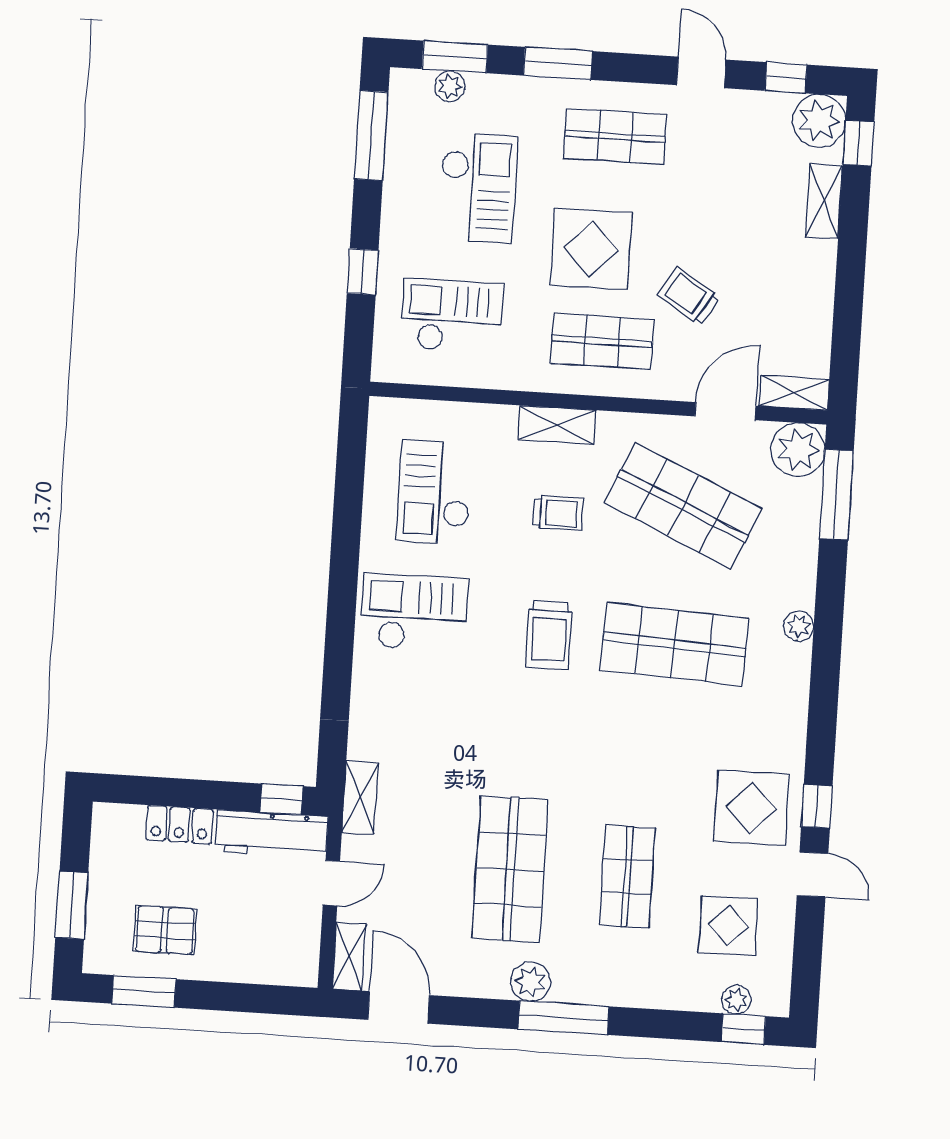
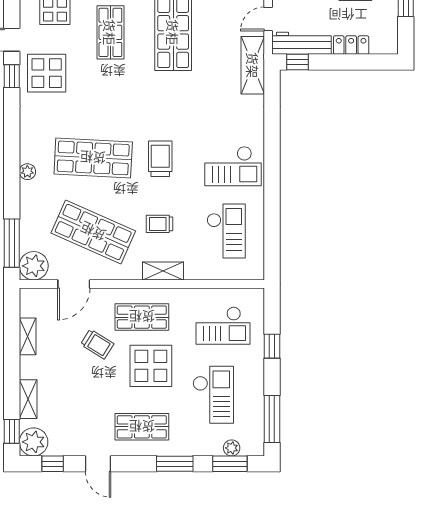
checkout: (478, 188) -> (213, 395), turned 180
shelving: (794, 393) -> (28, 336), moved, turned 90
shelving: (360, 798) -> (253, 65), width x1.50, depth x1.33

